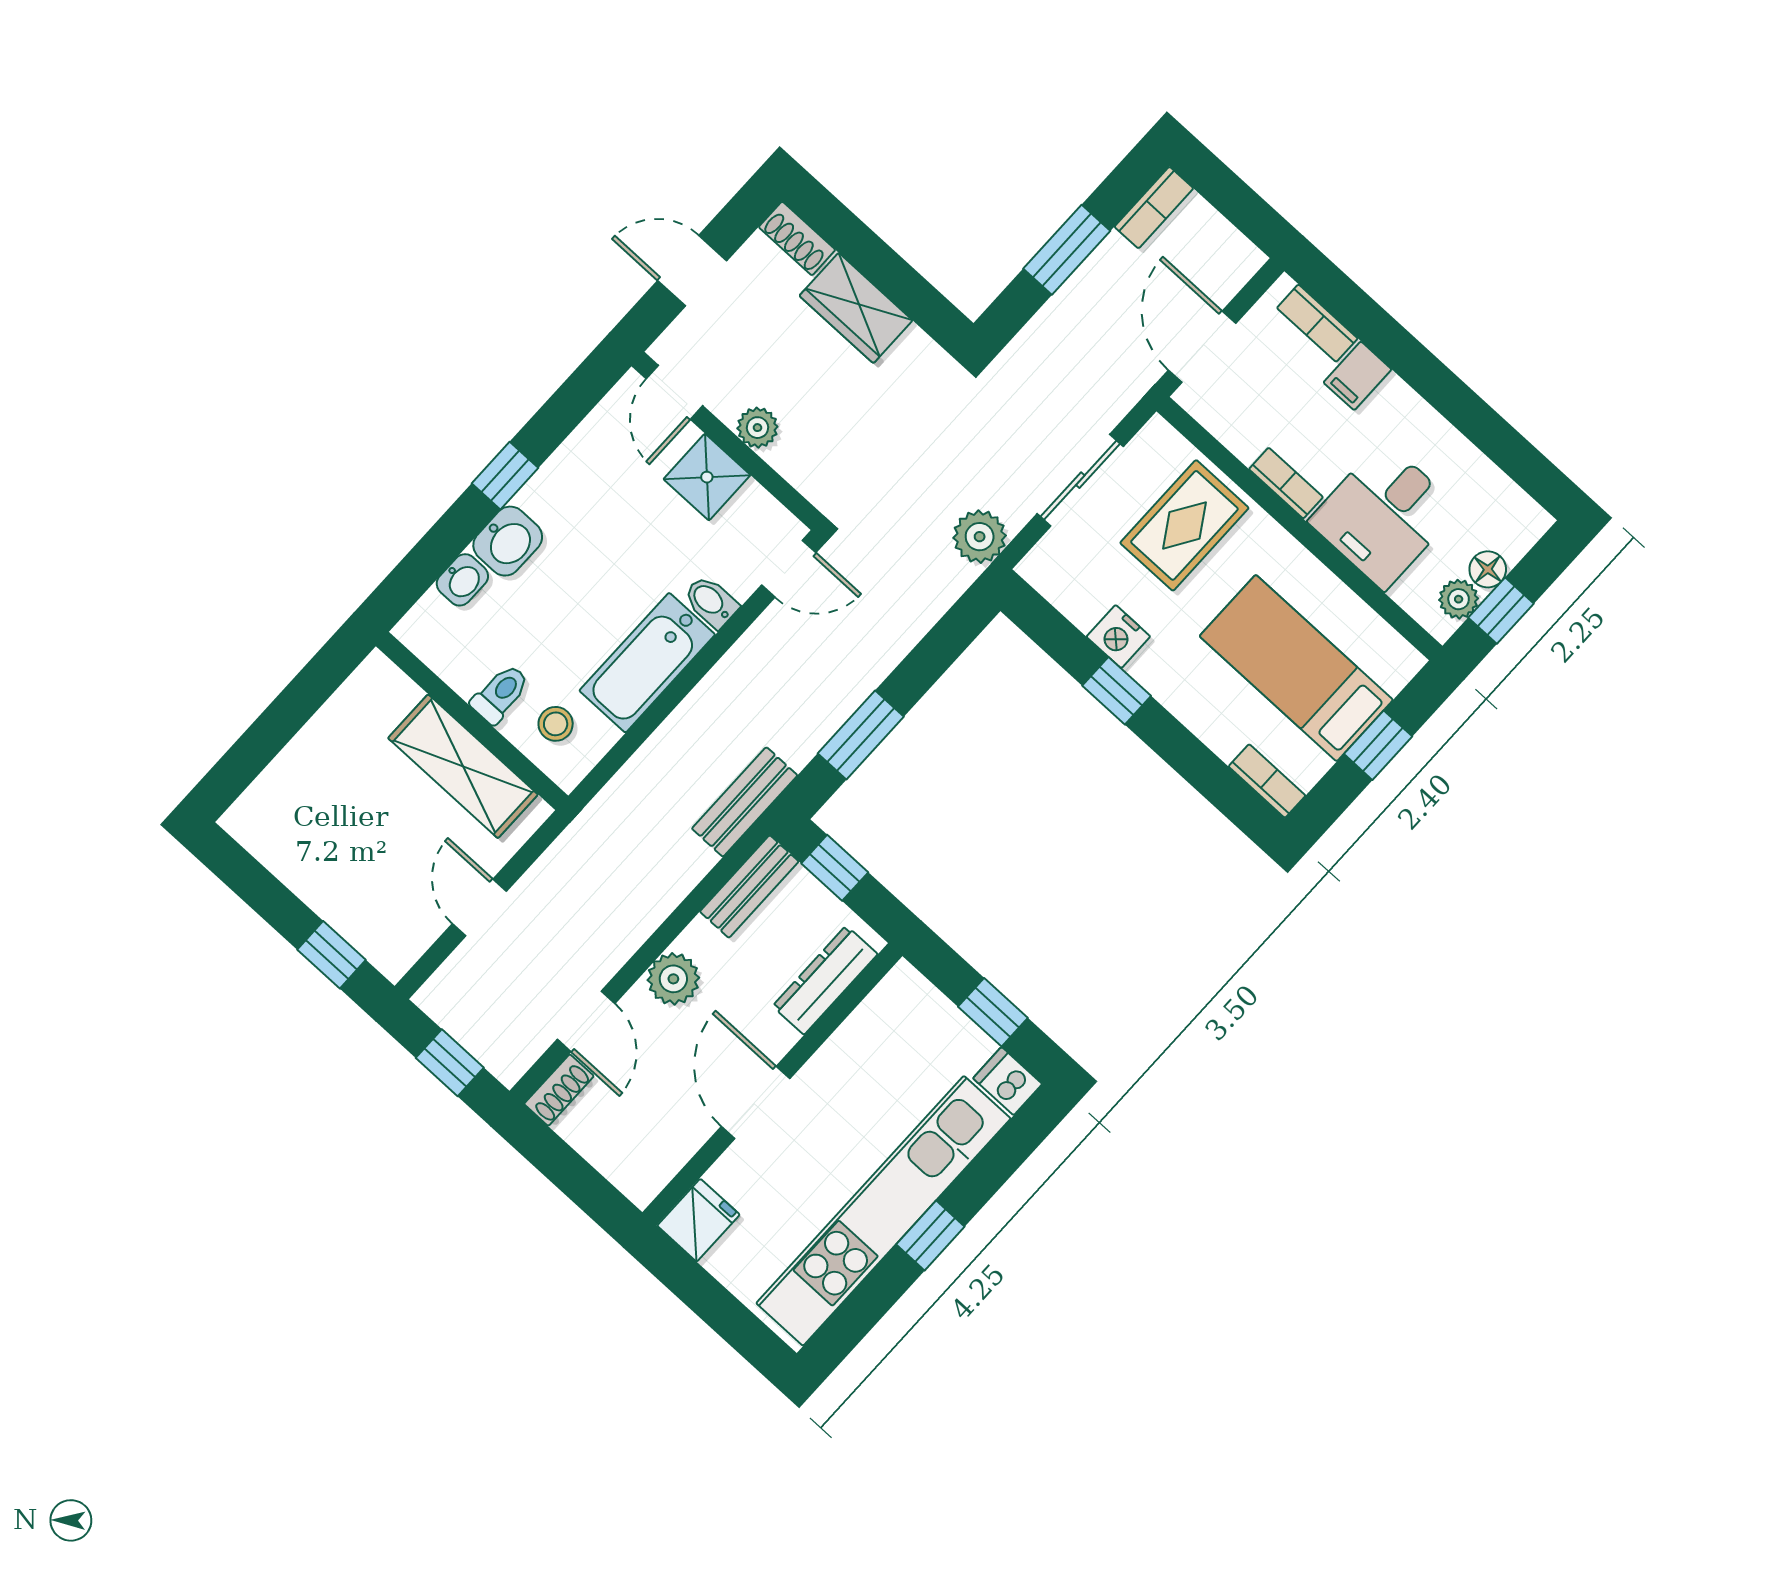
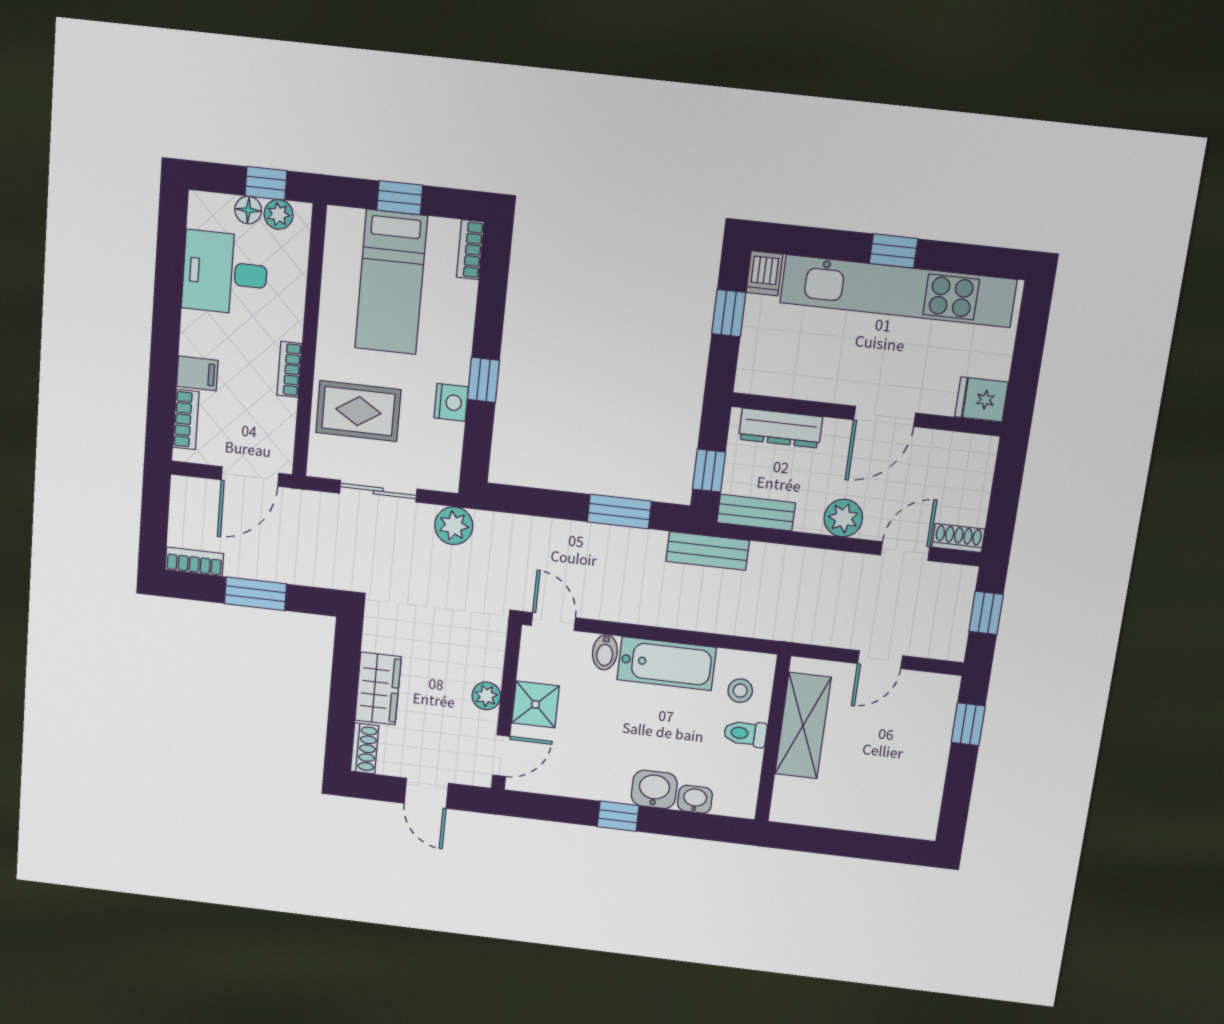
desk: (1384, 515) -> (225, 273), moved, turned 180

